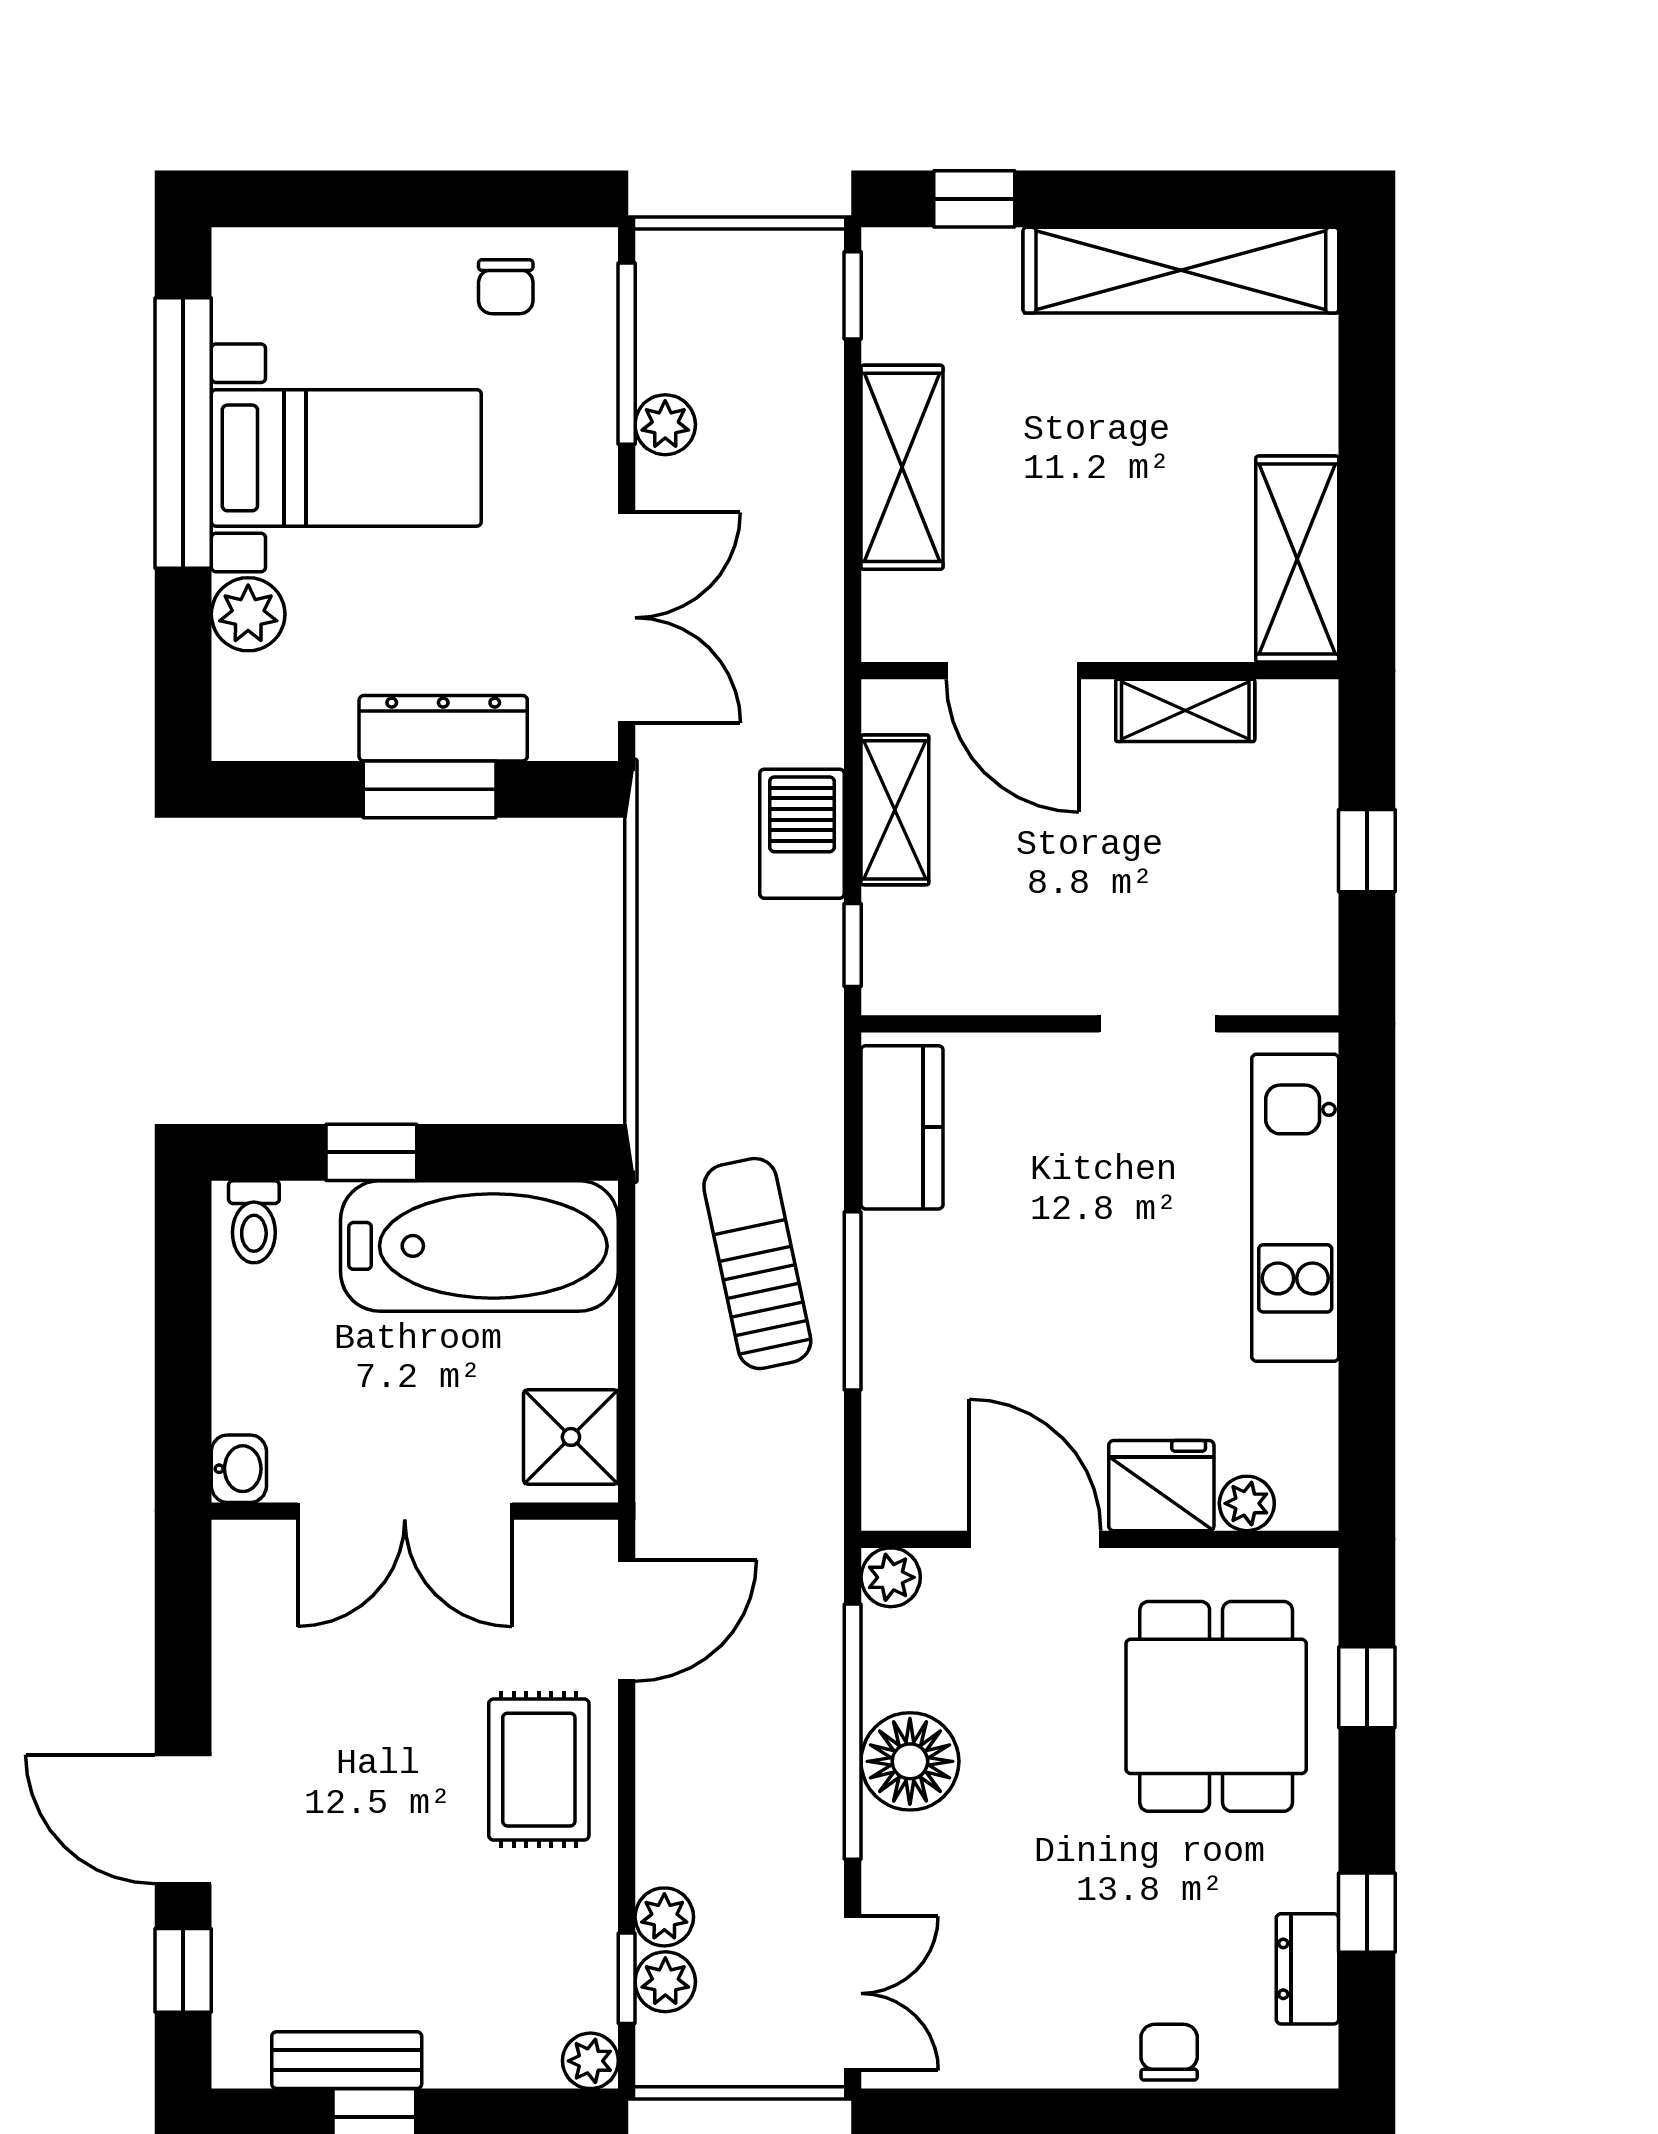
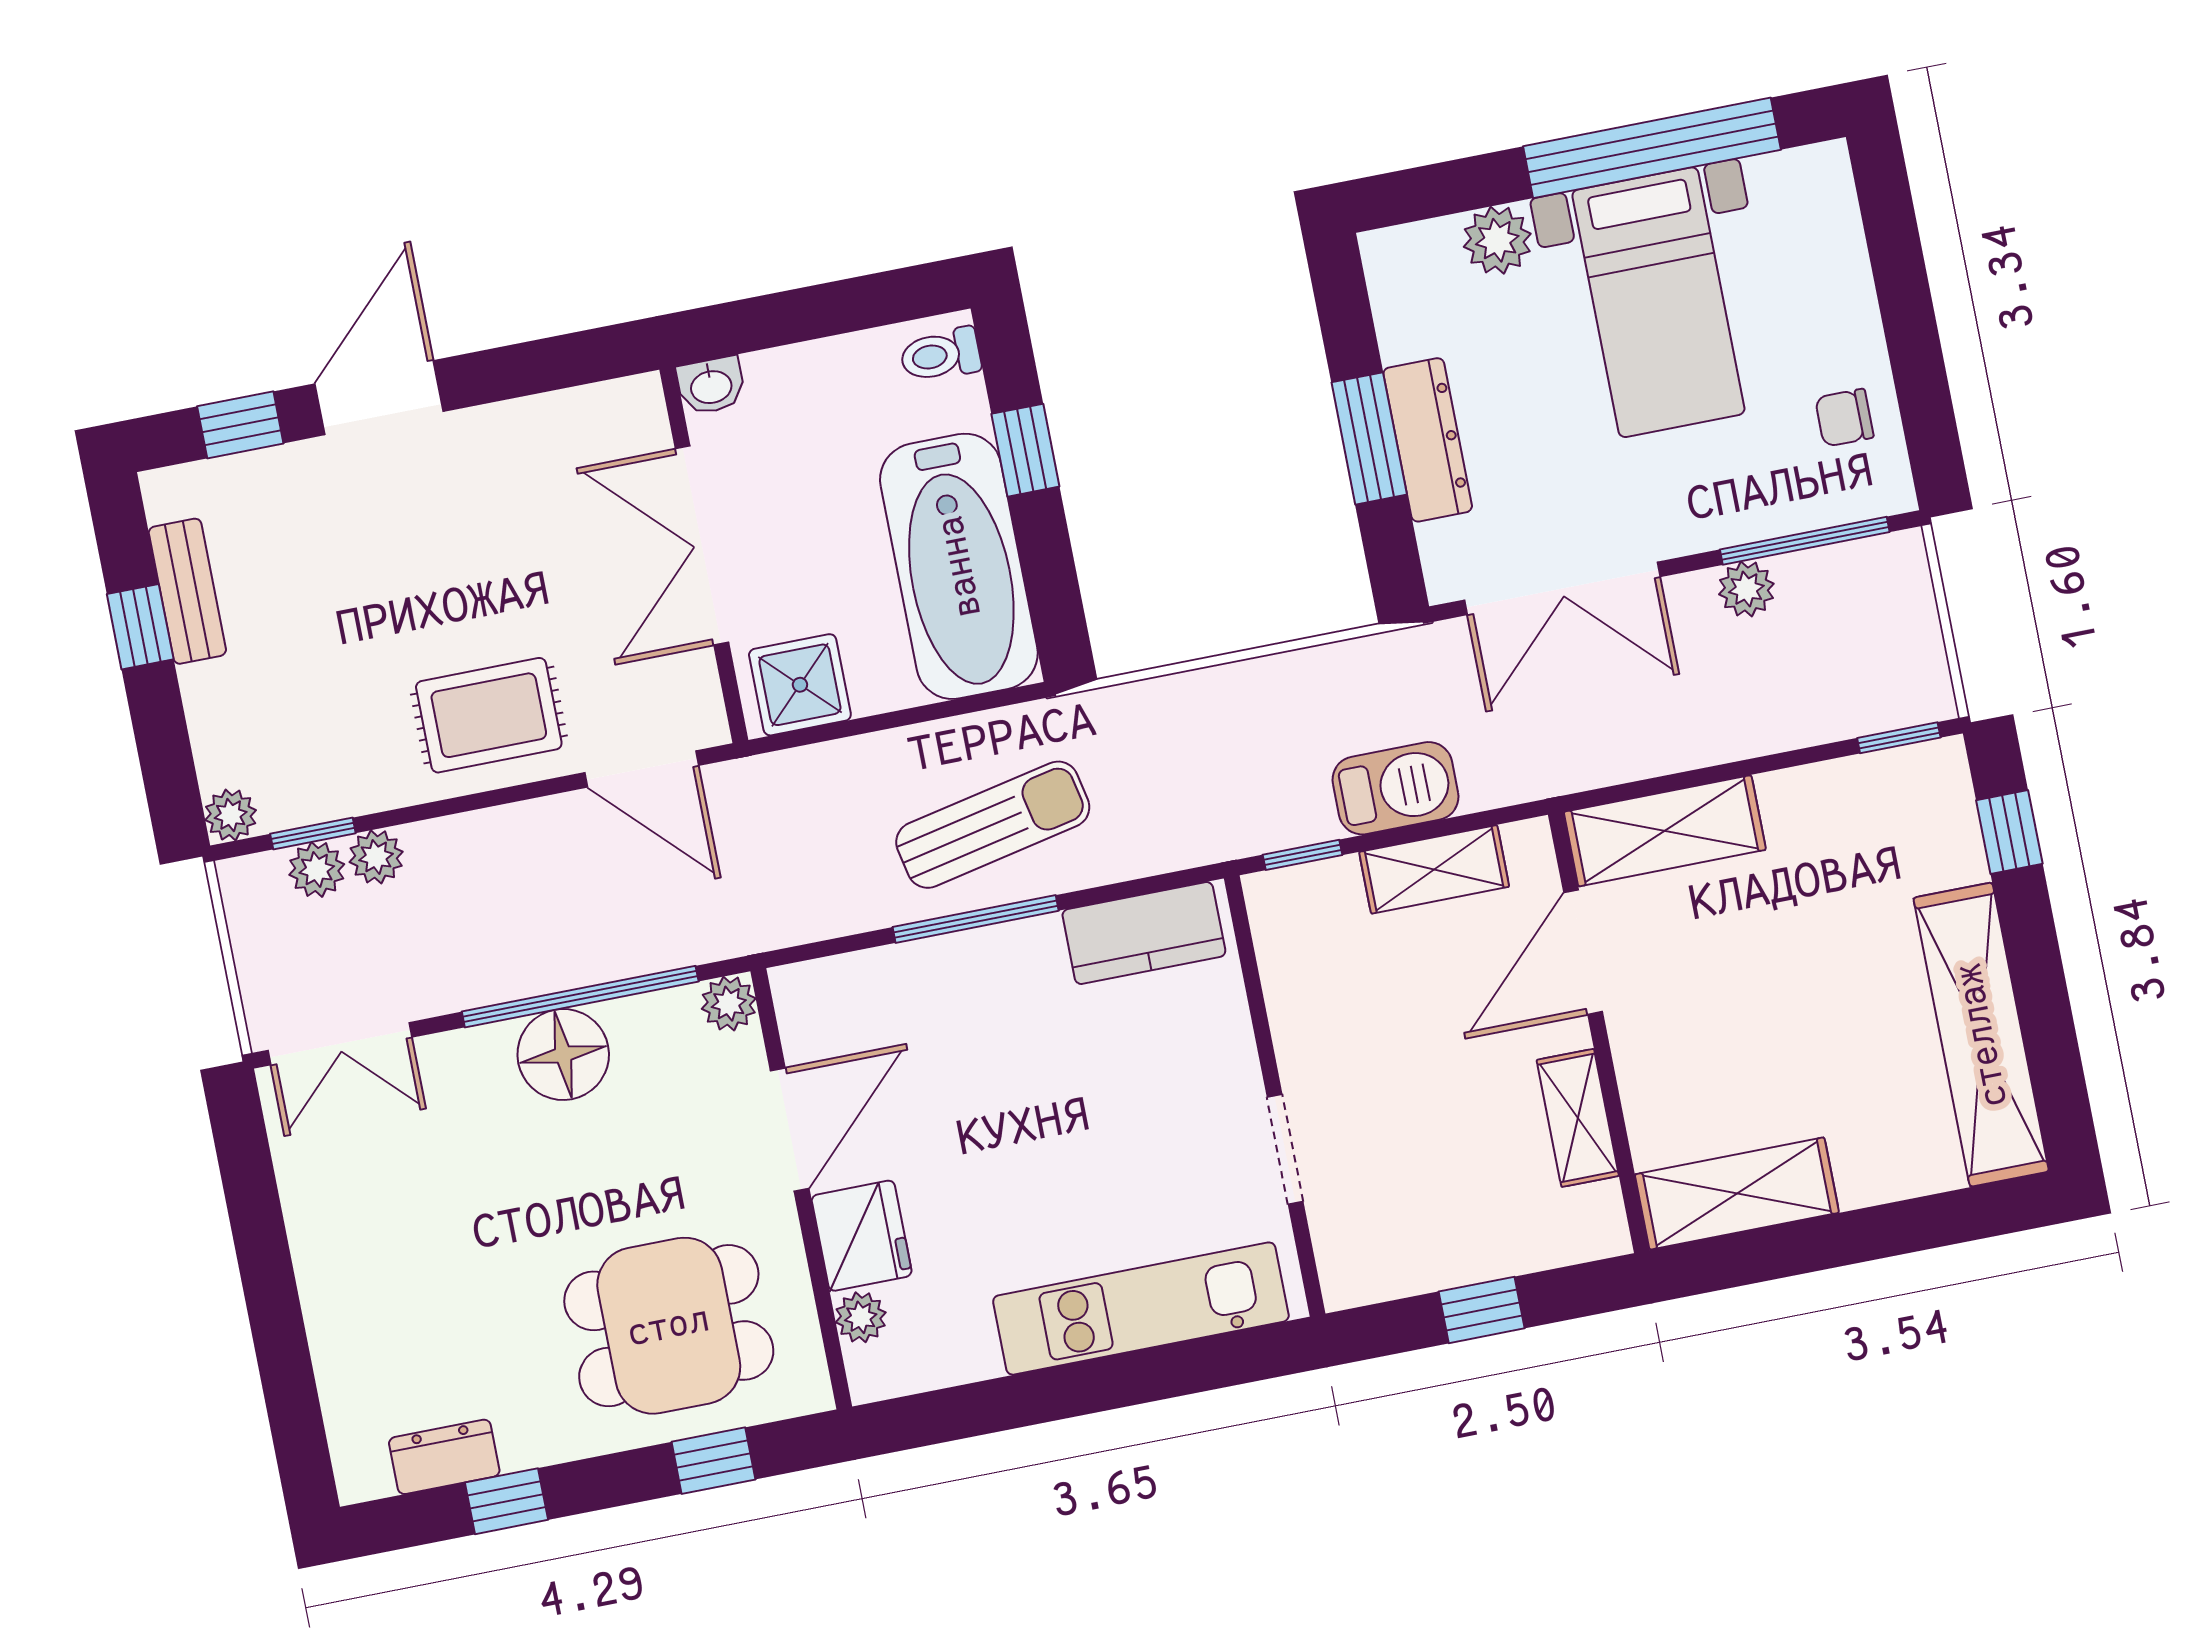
shelving: (902, 467) -> (1665, 831), moved
chair: (1169, 2052) -> (343, 1345), removed

